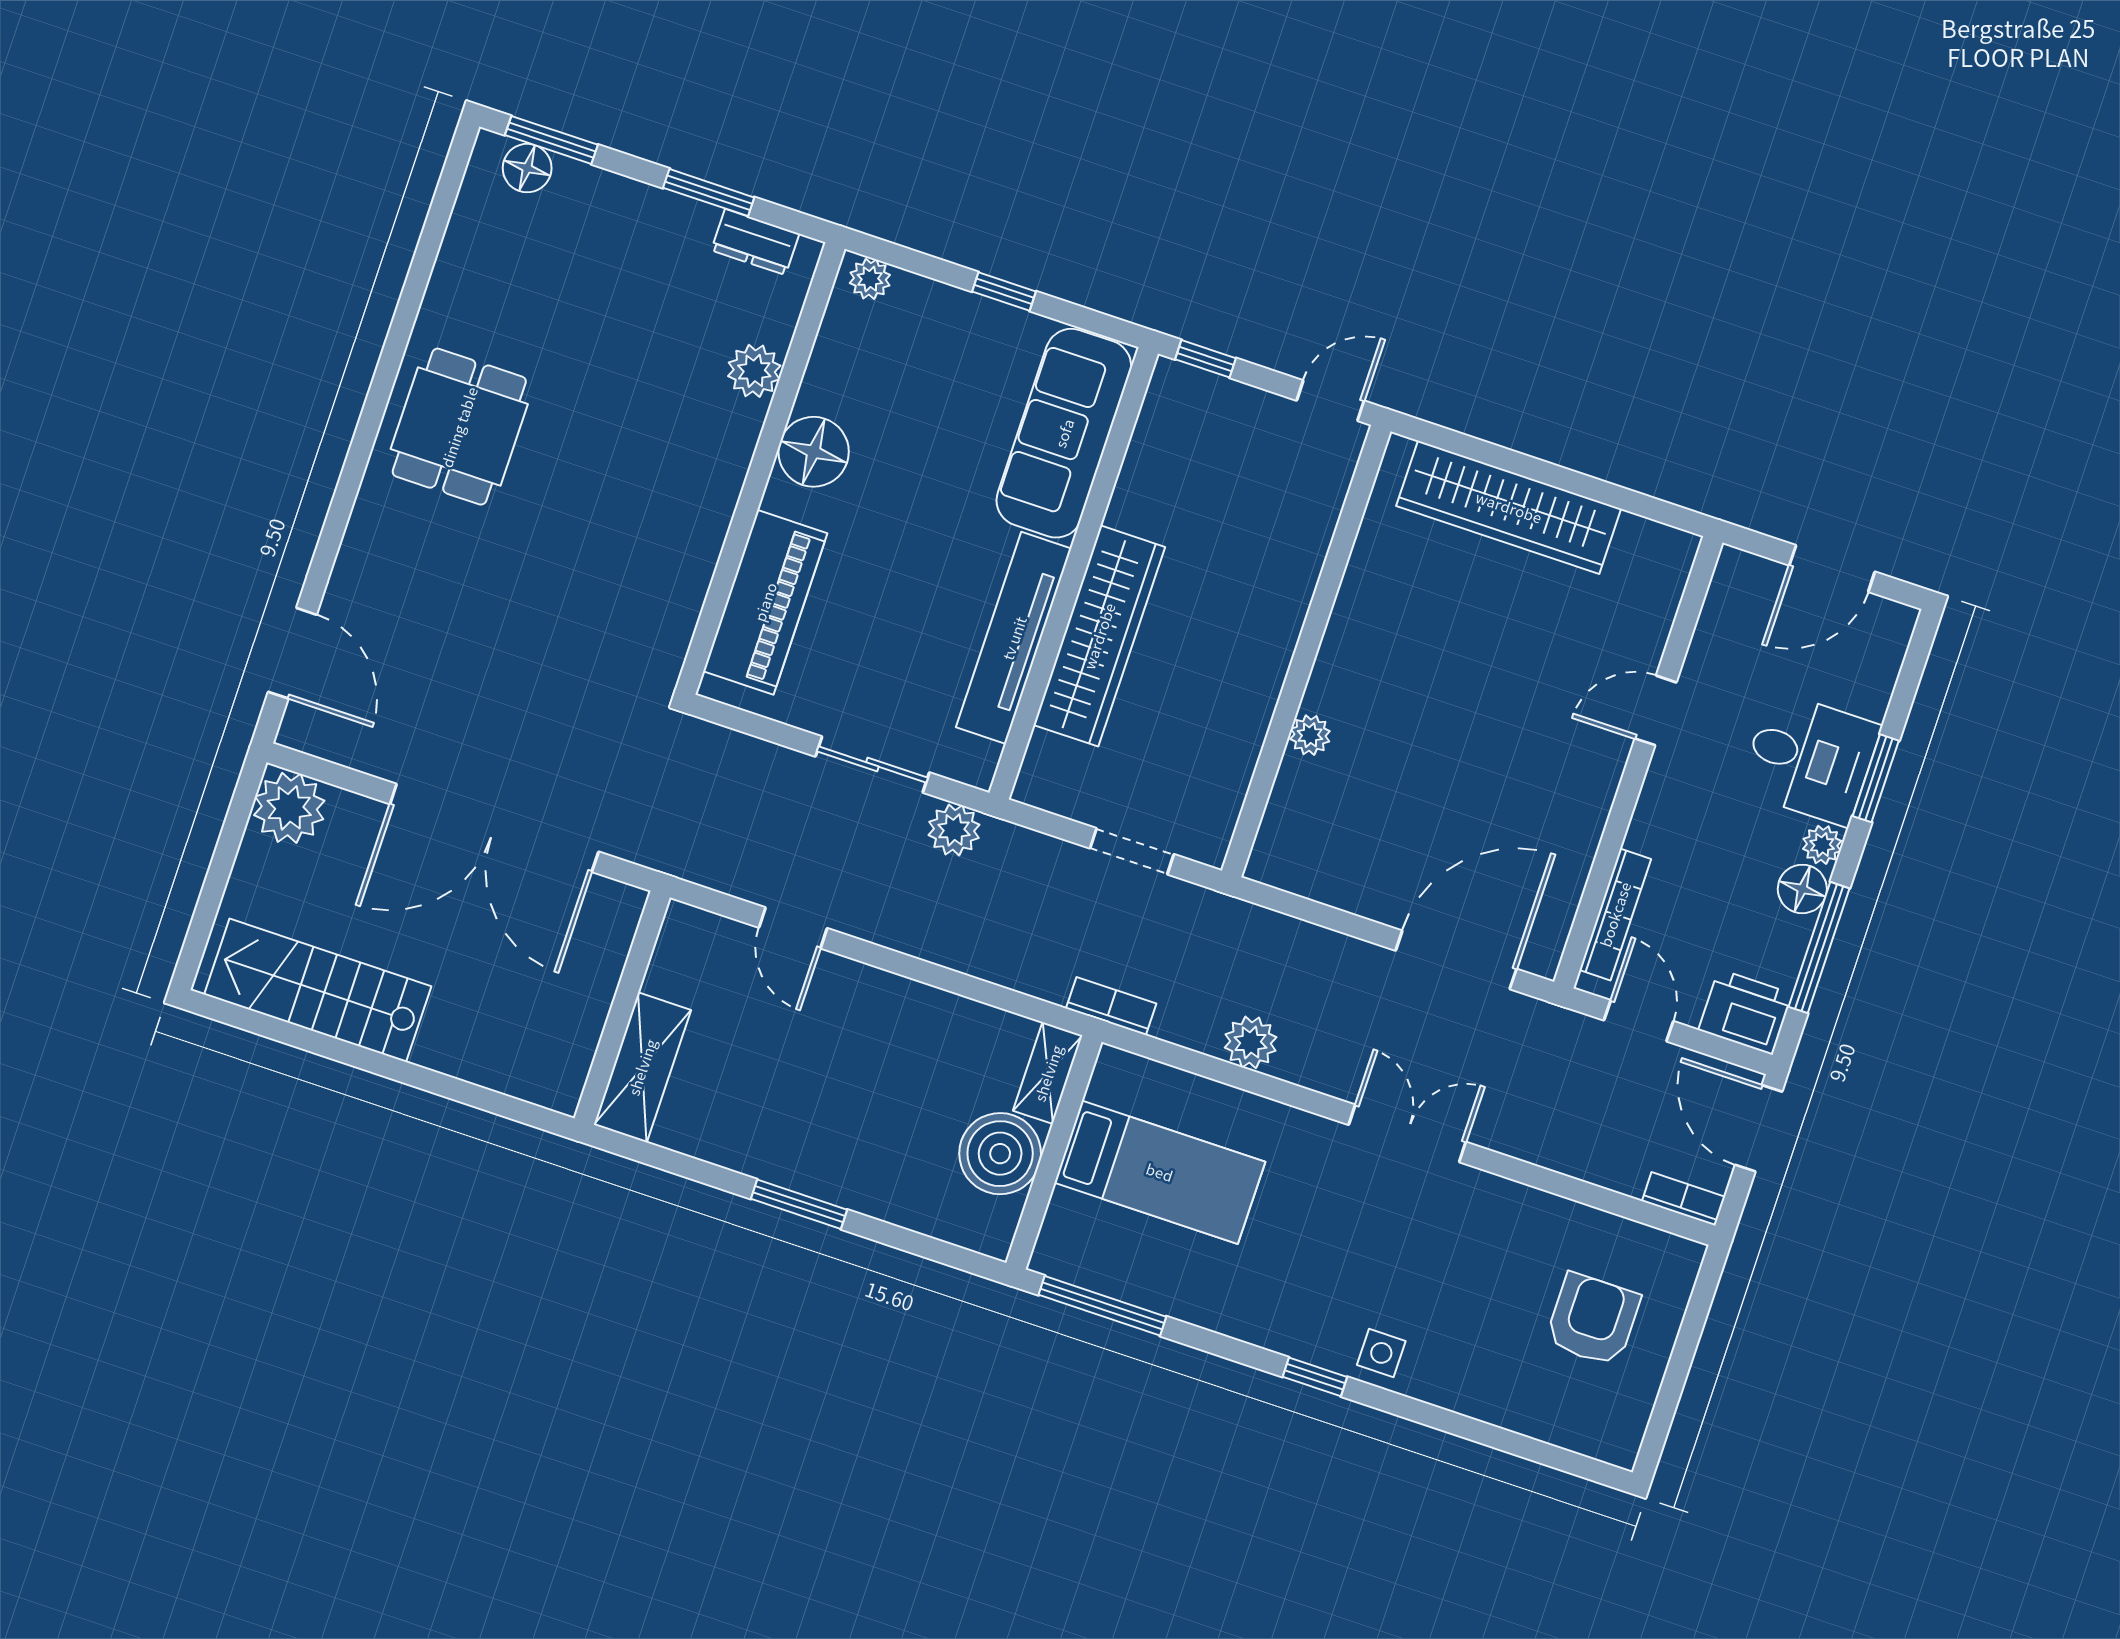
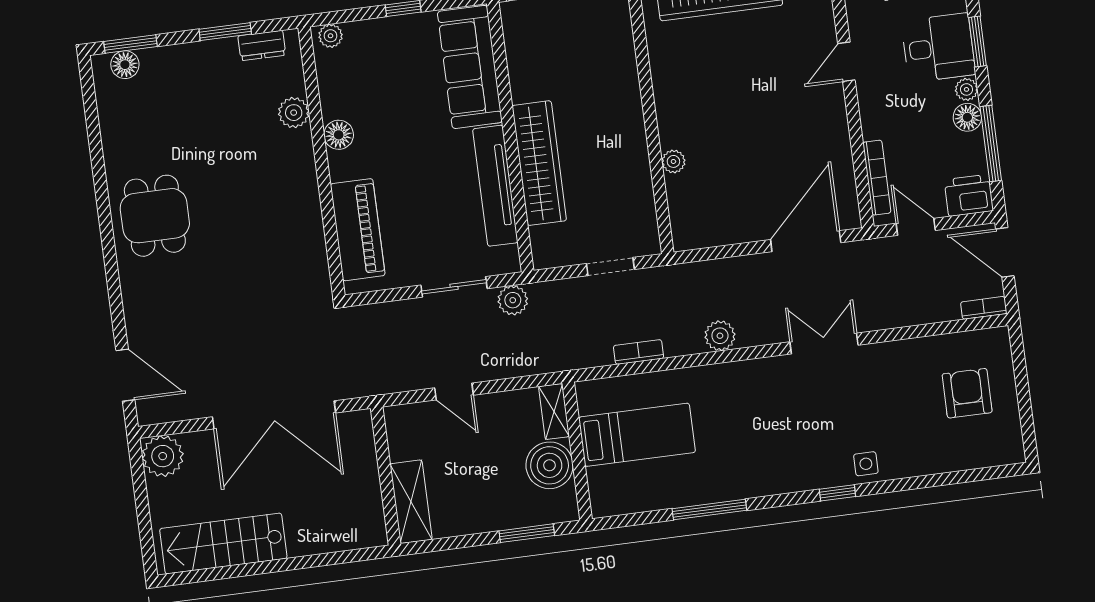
floor lamp: (814, 452) -> (339, 135), width x0.73, depth x0.73
shelving: (1048, 1073) -> (554, 412), moved
wall: (1054, 1152) -> (577, 451), moved
boiler: (1000, 1154) -> (550, 465), moved
bed: (1160, 1172) -> (637, 435), moved

